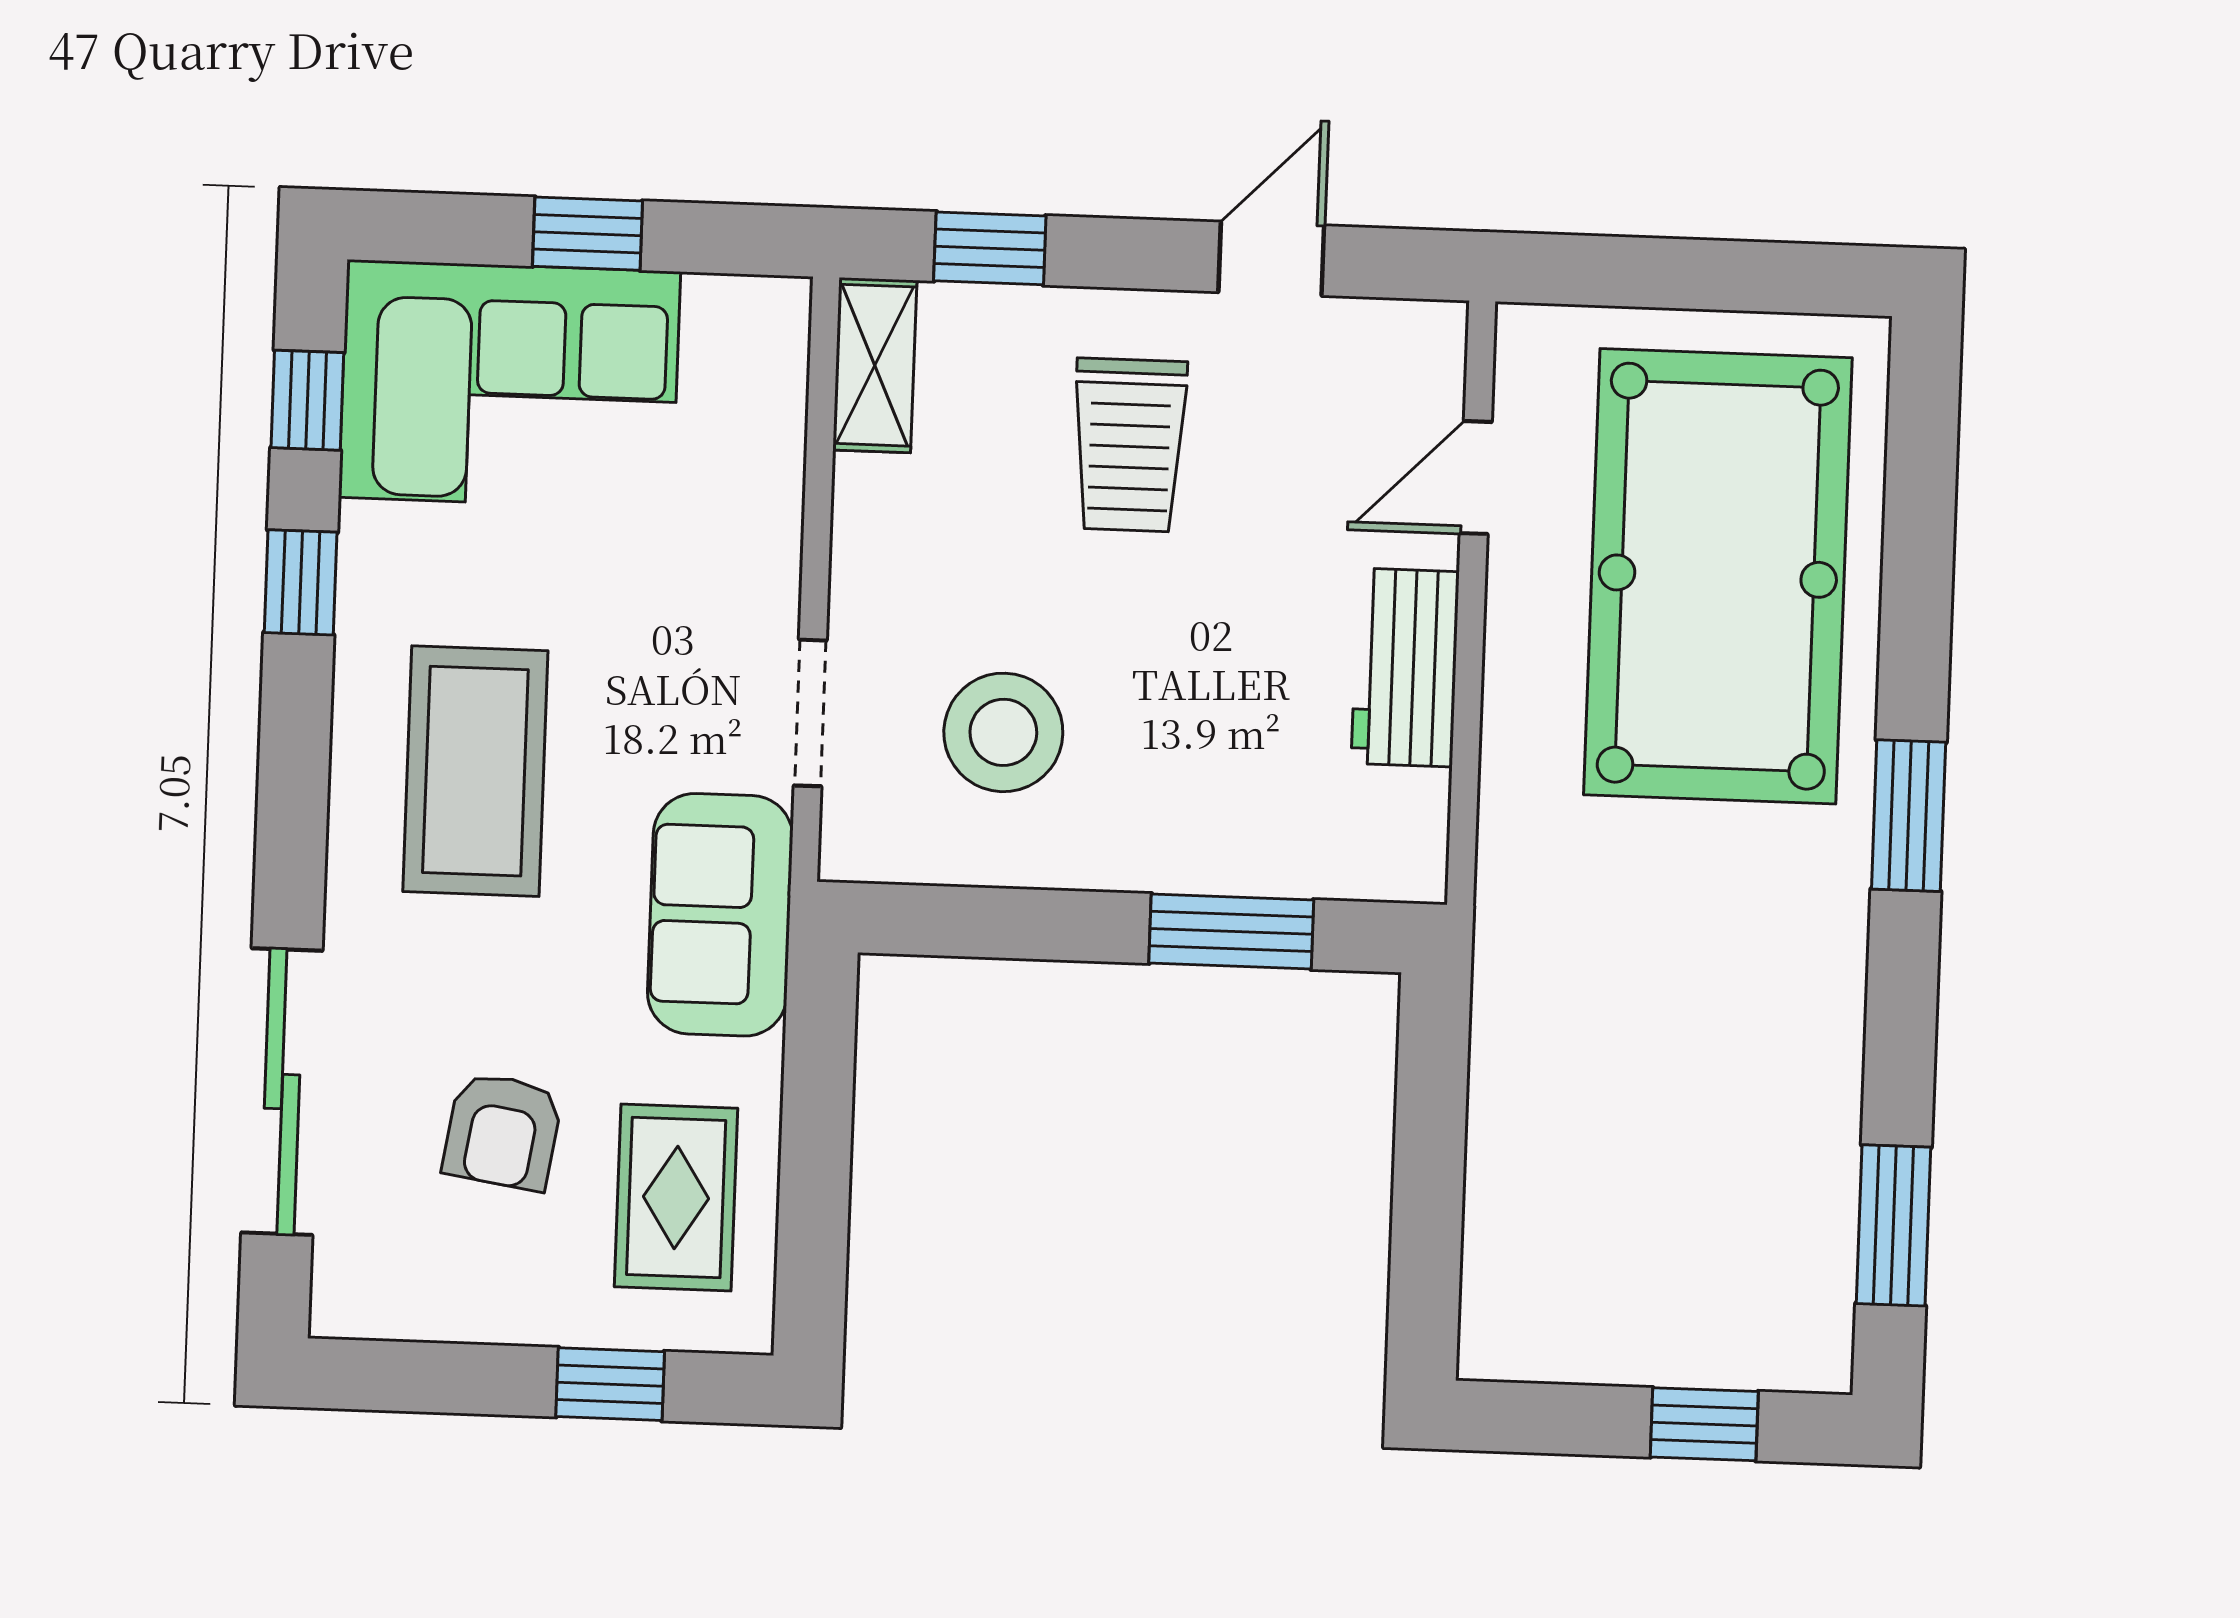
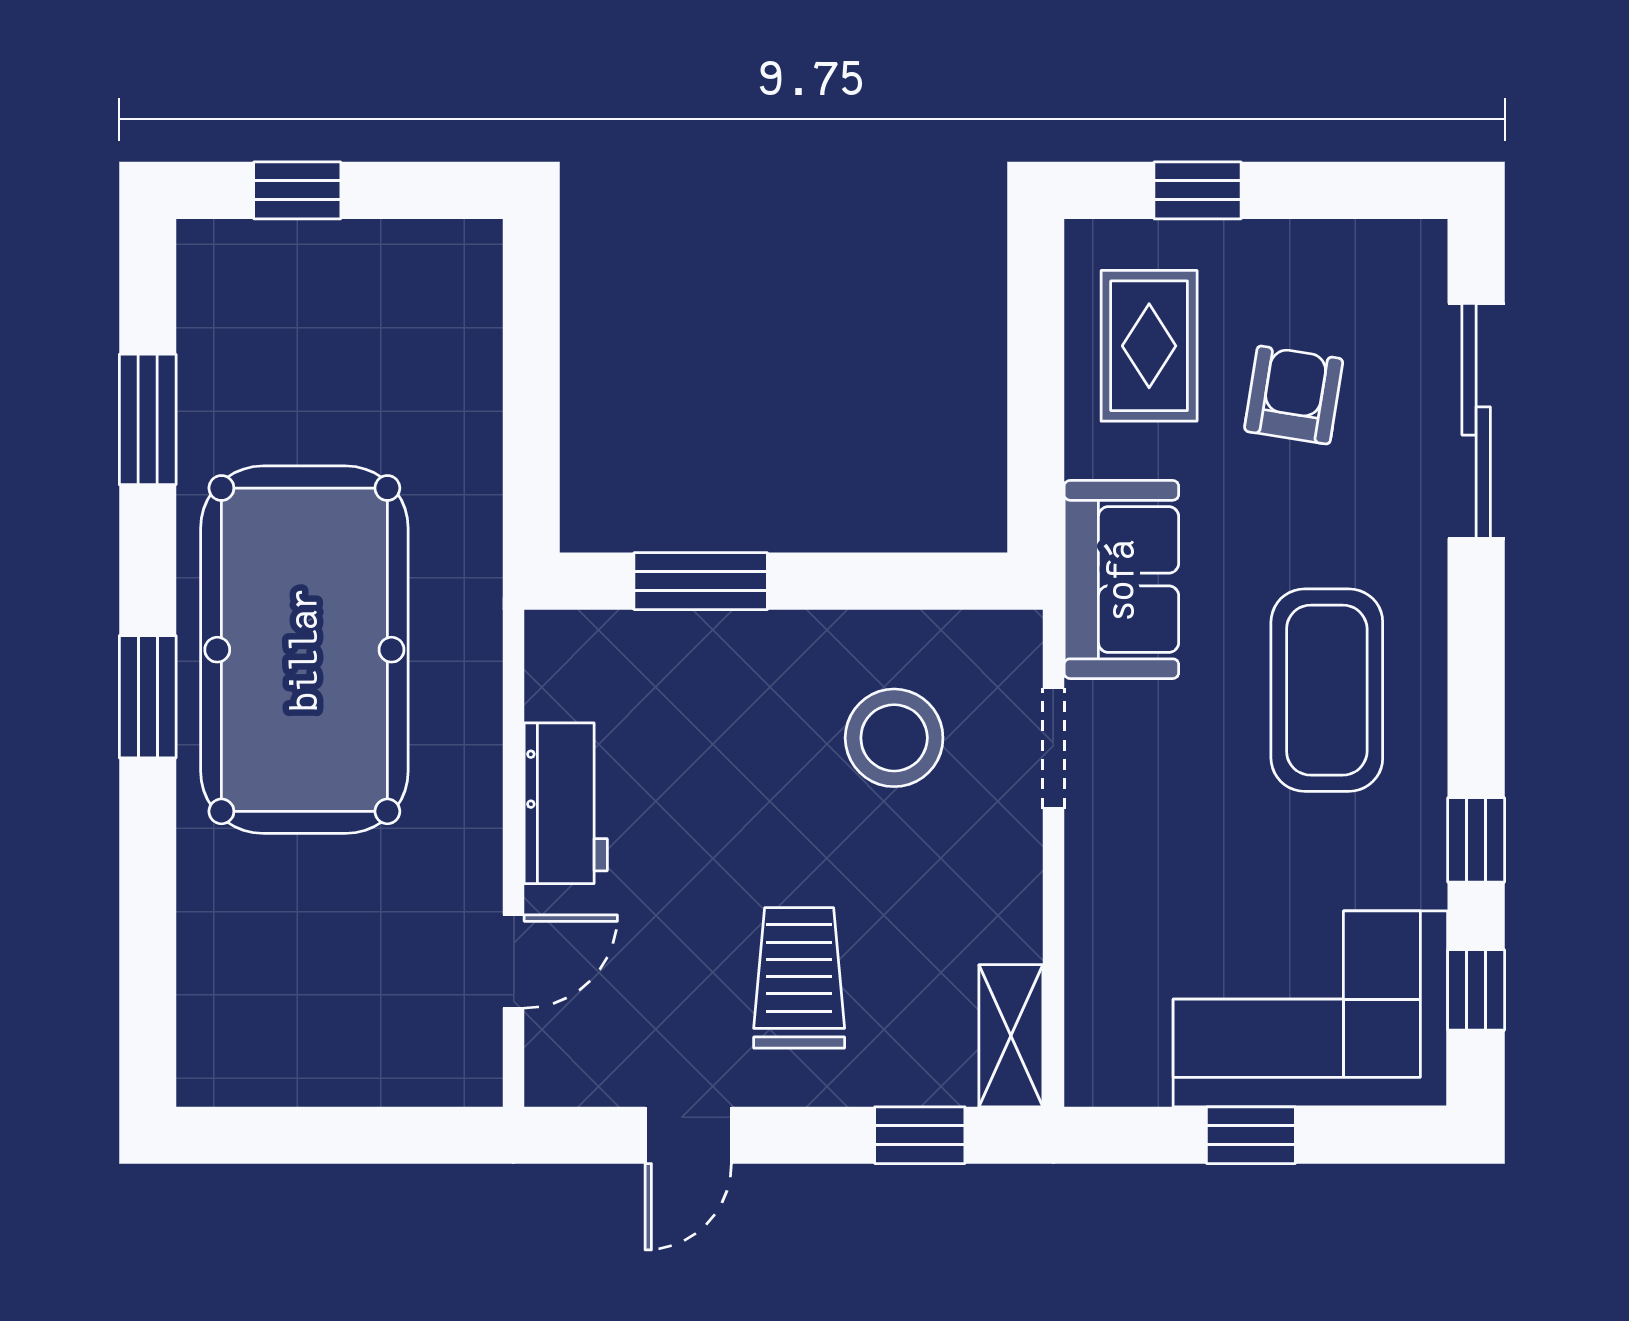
pool table: (1718, 576) -> (304, 650), moved
window: (1893, 1225) -> (148, 419), moved

